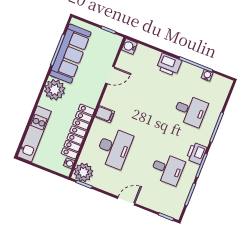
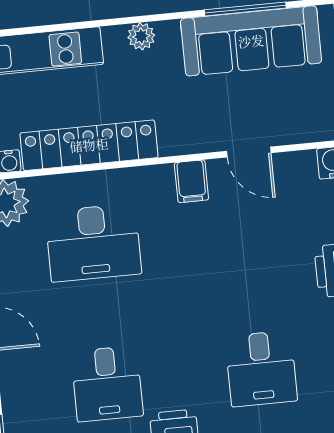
plant: (55, 90) -> (141, 36), width x0.53, depth x0.53
filing cabinet: (105, 114) -> (191, 181), moved

